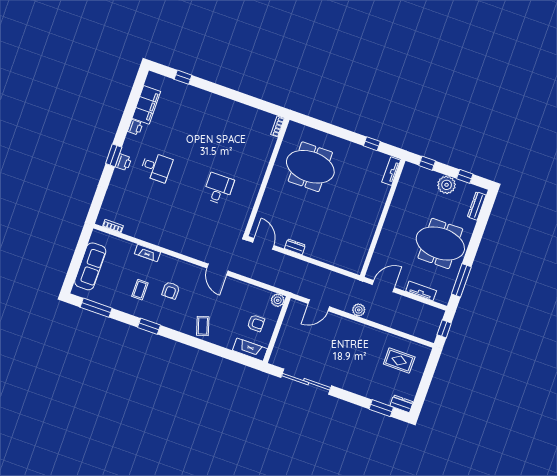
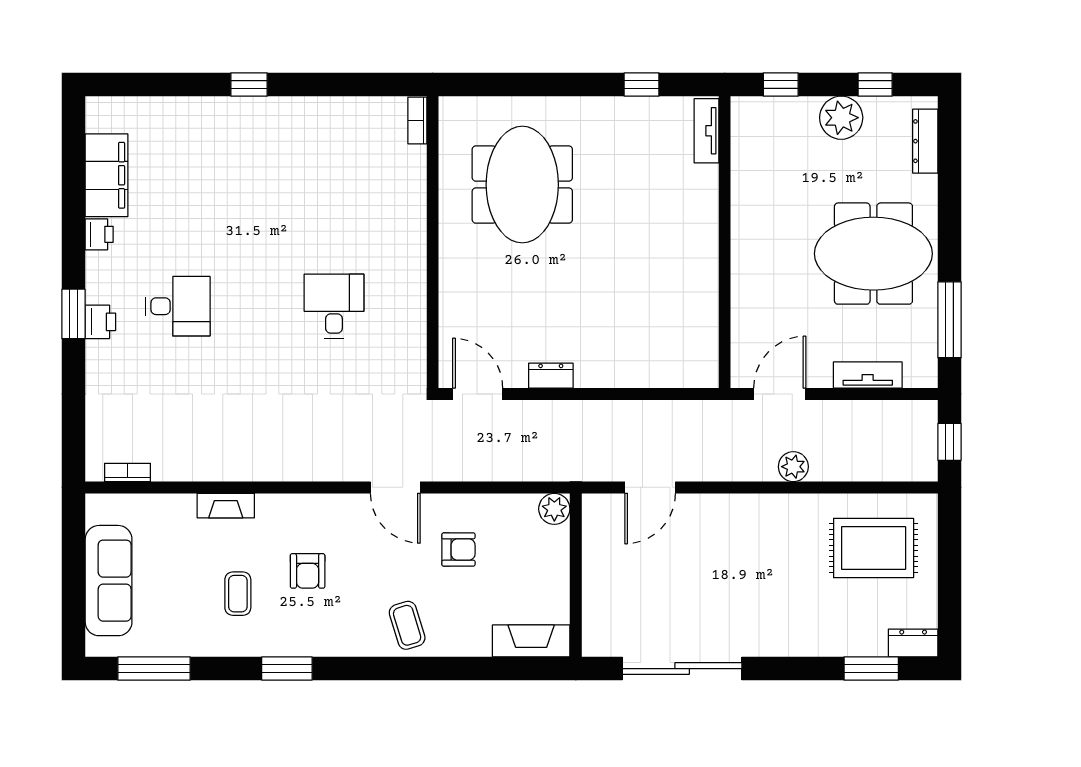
window: (183, 77) -> (249, 85), moved
meeting table: (310, 167) -> (522, 185), turned 90
plant: (359, 310) -> (793, 467), moved
armchair: (256, 323) -> (458, 550), moved
rug: (399, 361) -> (874, 548), width x1.36, depth x1.43

